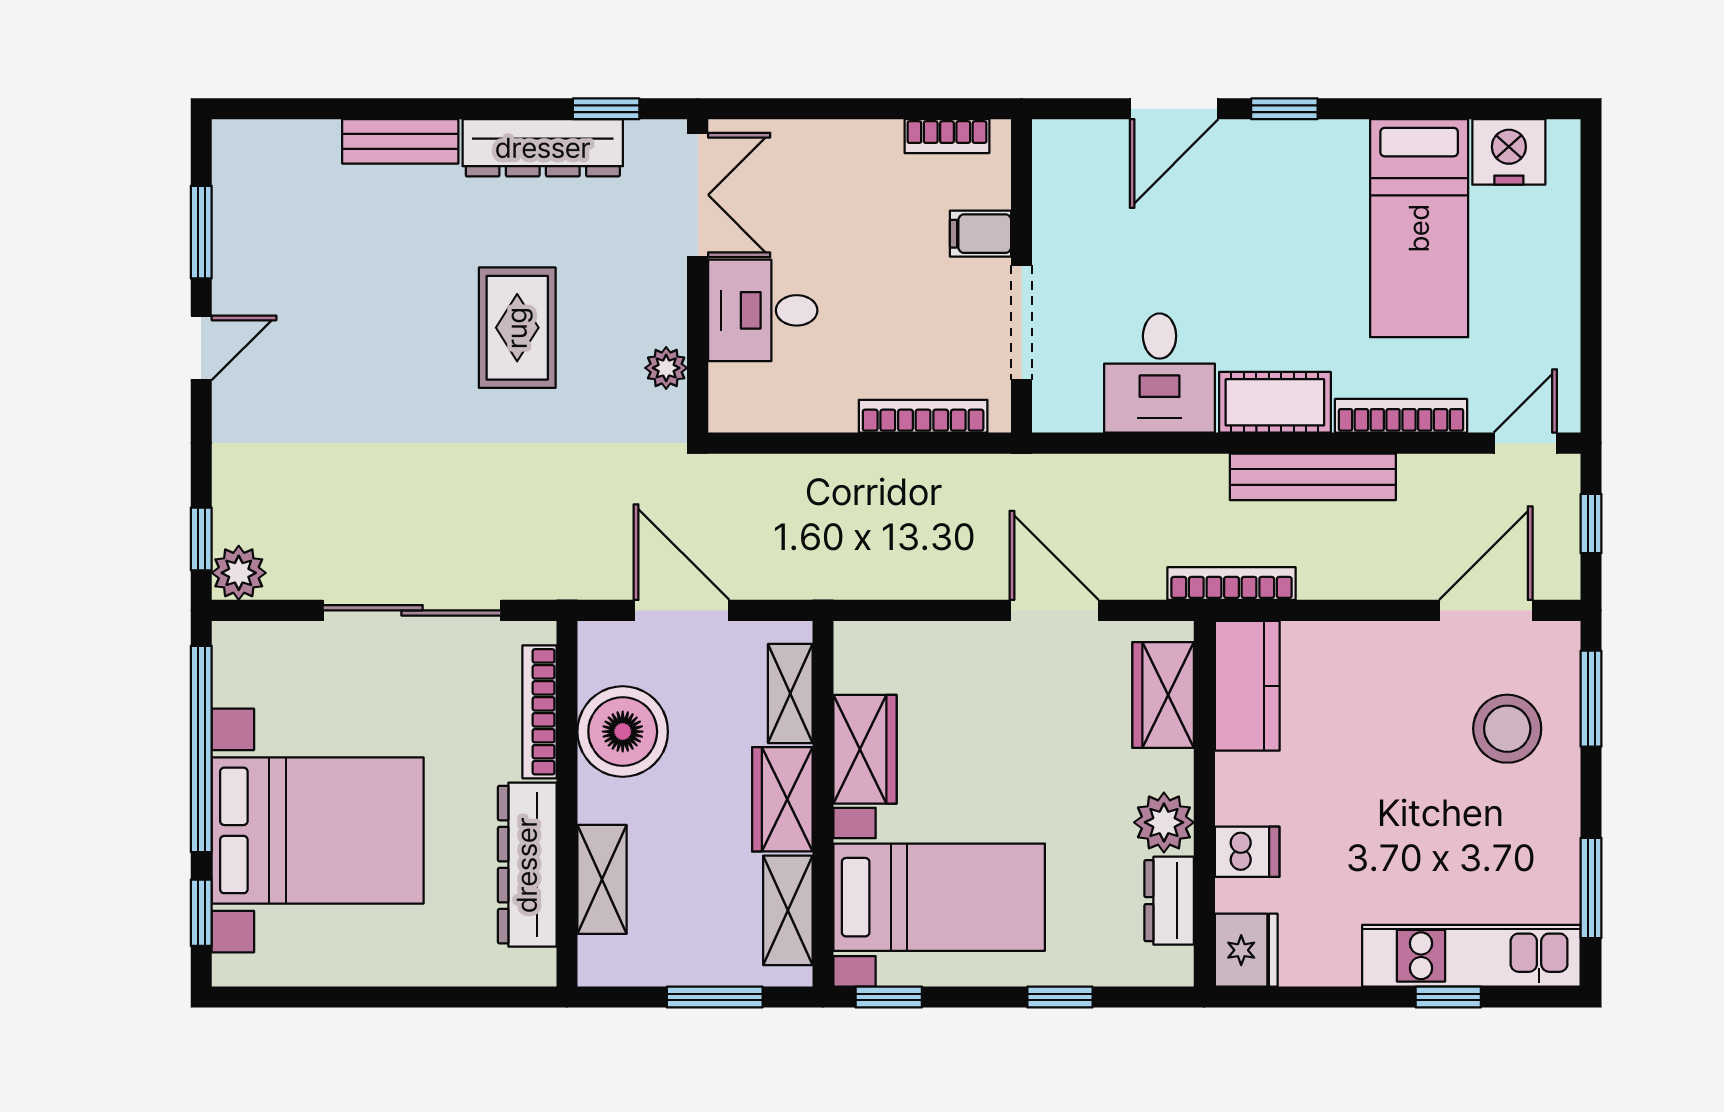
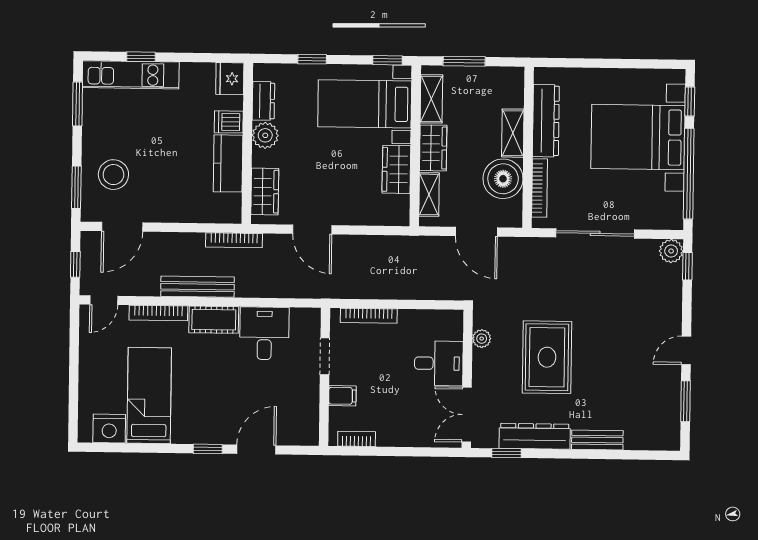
doorway: (1022, 323) -> (325, 356), width x0.73
rug: (517, 328) -> (547, 357), width x1.36, depth x1.43
kitchen counter: (1247, 686) -> (228, 163), moved
shelving: (602, 879) -> (513, 133), moved

